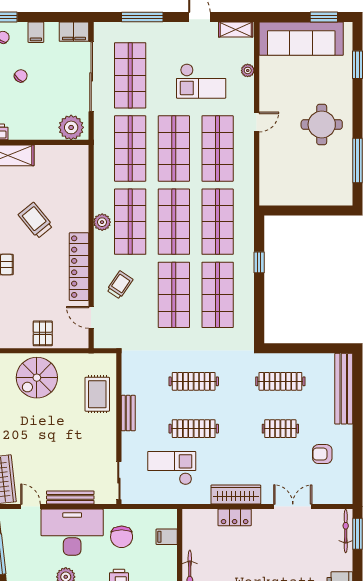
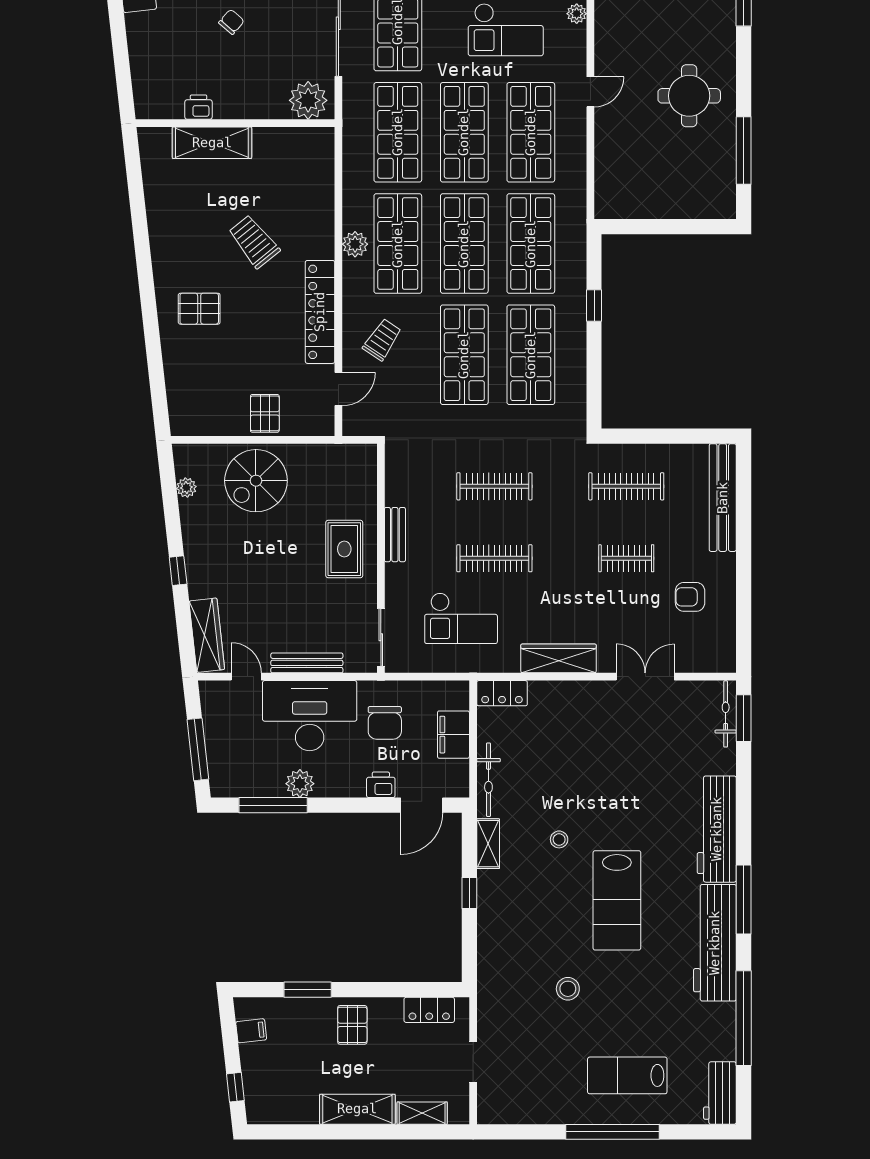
door: (91, 317) -> (338, 389), swing flipped
rug: (97, 394) -> (344, 549), moved
checkout: (172, 468) -> (461, 618), turned 180
locker: (235, 517) -> (502, 693), moved
filing cabinet: (167, 537) -> (453, 735), width x2.00

